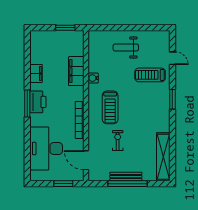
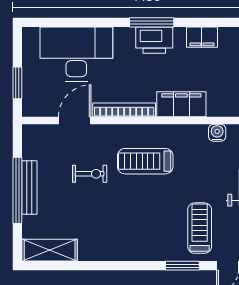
filing cabinet: (76, 71) -> (181, 104), moved
water cooler: (93, 78) -> (217, 133), moved
window: (172, 99) -> (182, 266), moved
shelving: (163, 157) -> (50, 250), width x0.68
door: (86, 160) -> (75, 121), moved

